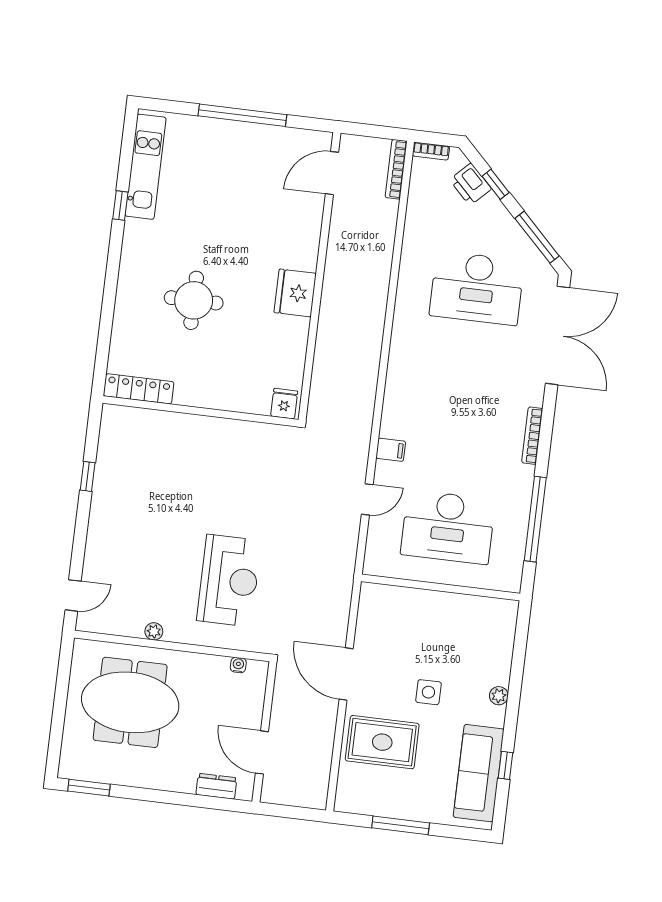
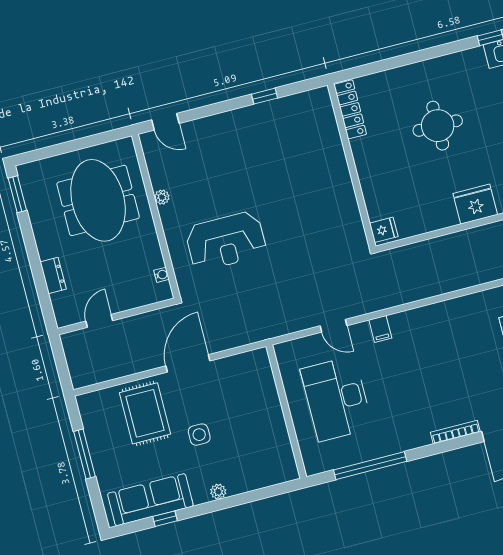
bookcase: (532, 436) -> (455, 432), moved
door: (262, 752) -> (99, 321), width x0.73
dresser: (216, 786) -> (53, 276), moved

